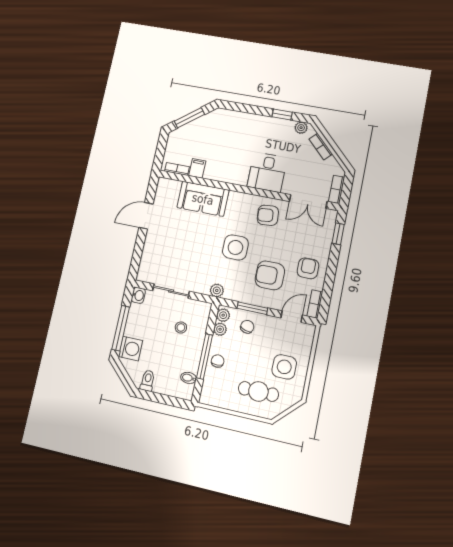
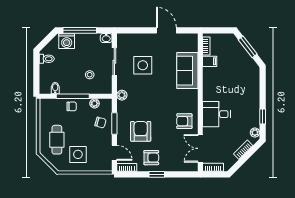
armchair: (268, 215) -> (184, 121), turned -85
window: (338, 234) -> (157, 174), moved
side table: (235, 247) -> (143, 65), moved
plant: (223, 315) -> (105, 104), removed

